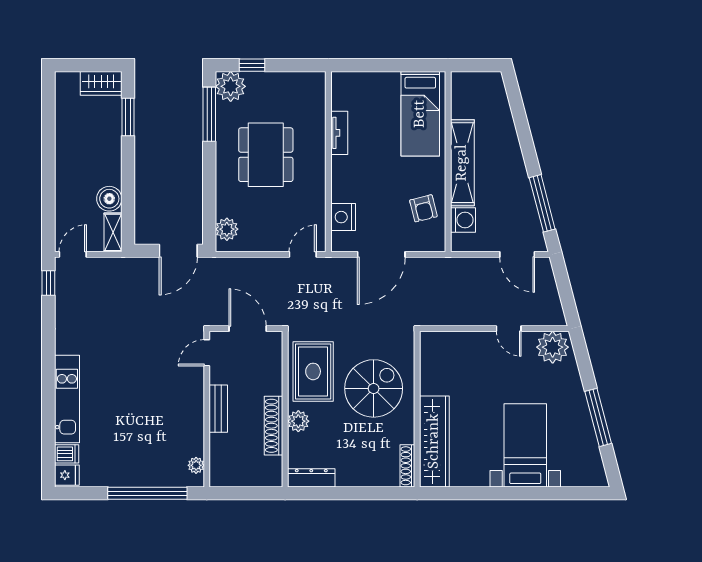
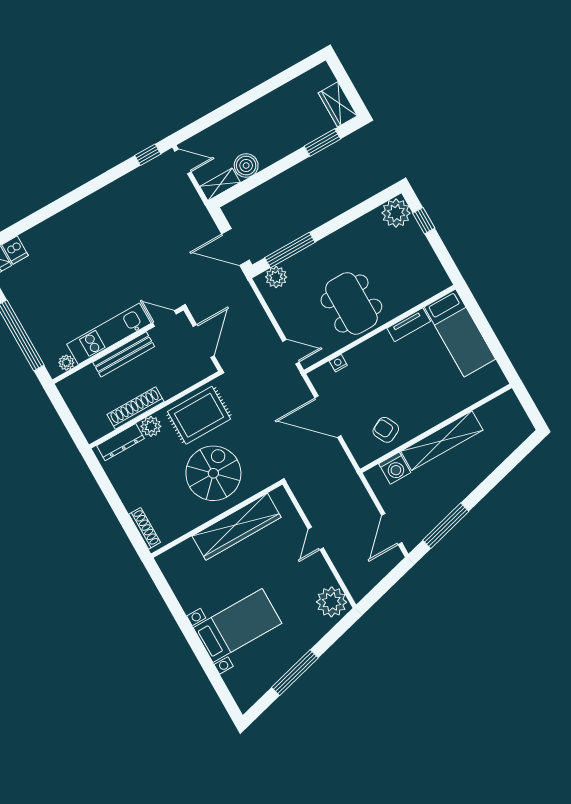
window: (209, 114) -> (290, 250), moved
bed: (420, 114) -> (460, 333), moved, turned -90
dining table: (266, 155) -> (351, 303), moved, turned 90
armchair: (423, 208) -> (386, 430), turned 77
nightstand: (343, 217) -> (338, 363), width x0.53, depth x0.56
door: (509, 329) -> (316, 538), moved
spiral stairs: (374, 388) -> (213, 473), turned -90
kitchen unit: (67, 399) -> (109, 334), moved, turned 180
bench: (218, 409) -> (124, 354), width x1.36
wardrobe: (434, 441) -> (237, 527), moved
shoe rack: (407, 466) -> (145, 528), moved, turned 90
dresser: (311, 478) -> (120, 442), moved, turned 90

